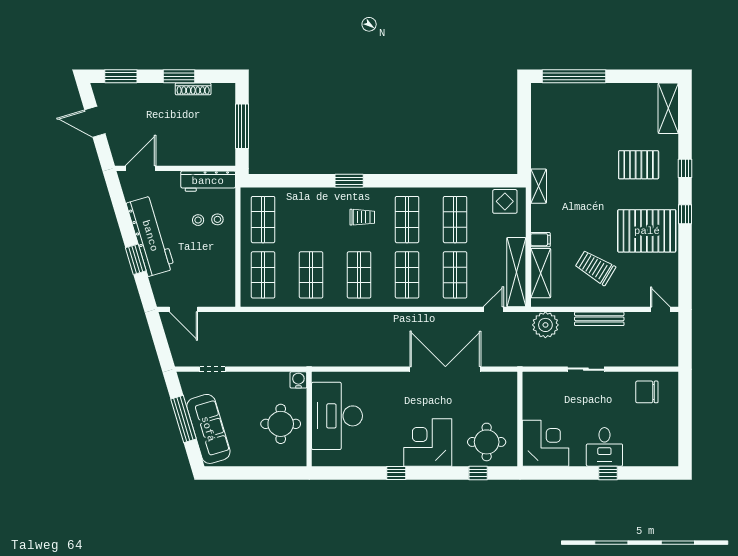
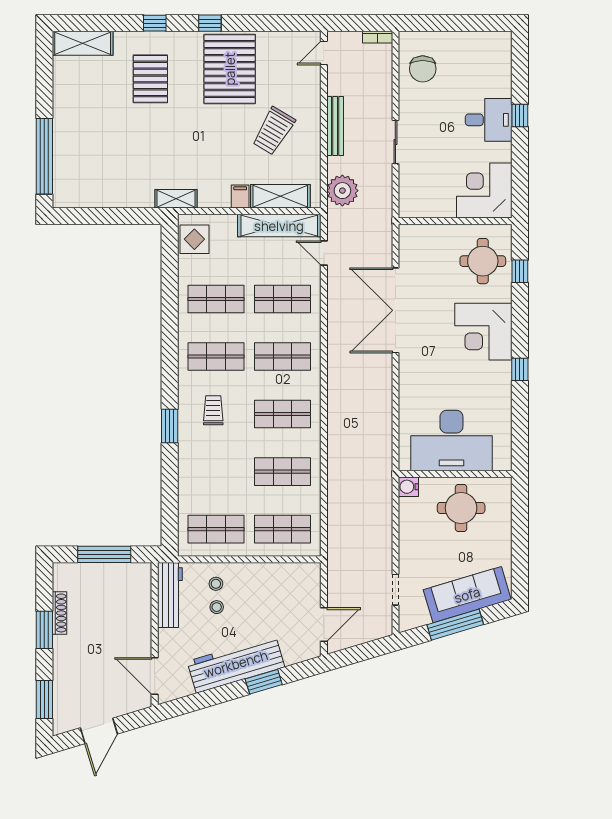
bookcase: (673, 354) -> (378, 37), added

